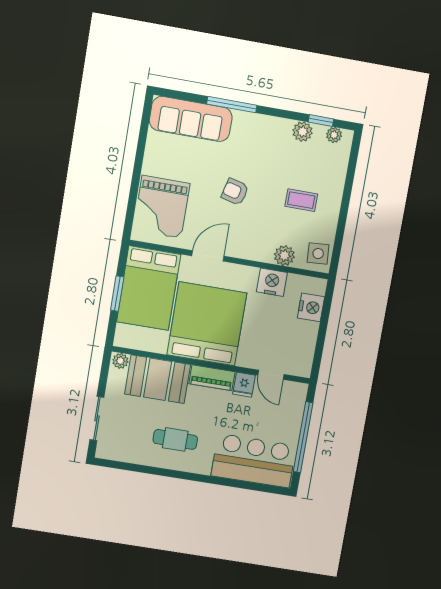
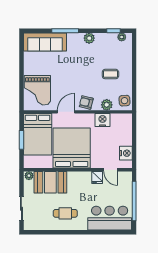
plant: (303, 132) -> (89, 38), moved
armchair: (235, 192) -> (86, 102), moved
nightstand: (311, 307) -> (126, 153), moved
piano: (212, 378) -> (79, 177), removed

